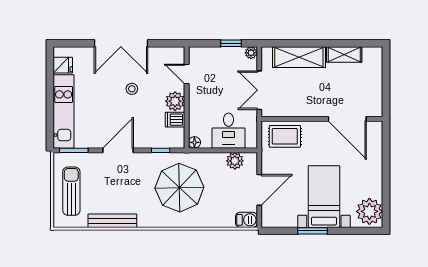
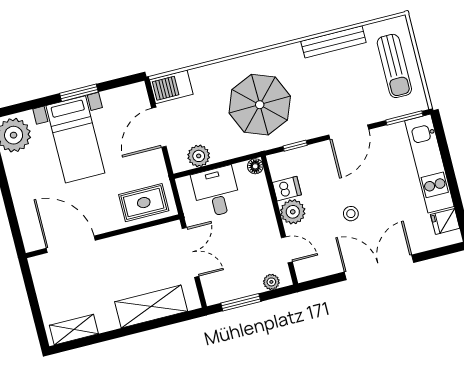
window: (231, 43) -> (241, 302), width x1.50
plant: (251, 53) -> (271, 282), moved
shelving: (344, 54) -> (74, 330), moved
barbecue: (246, 220) -> (171, 87), width x1.38, depth x1.27

